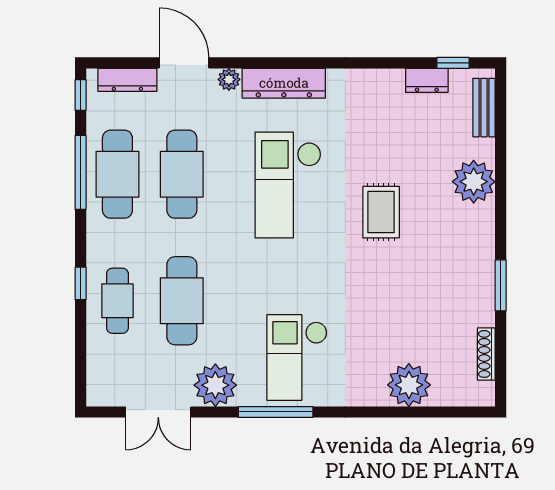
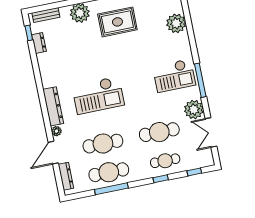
window: (81, 95) -> (194, 172), moved
rug: (381, 212) -> (117, 22), moved, width x1.36, depth x1.43
double door: (158, 412) -> (211, 132), swing flipped

